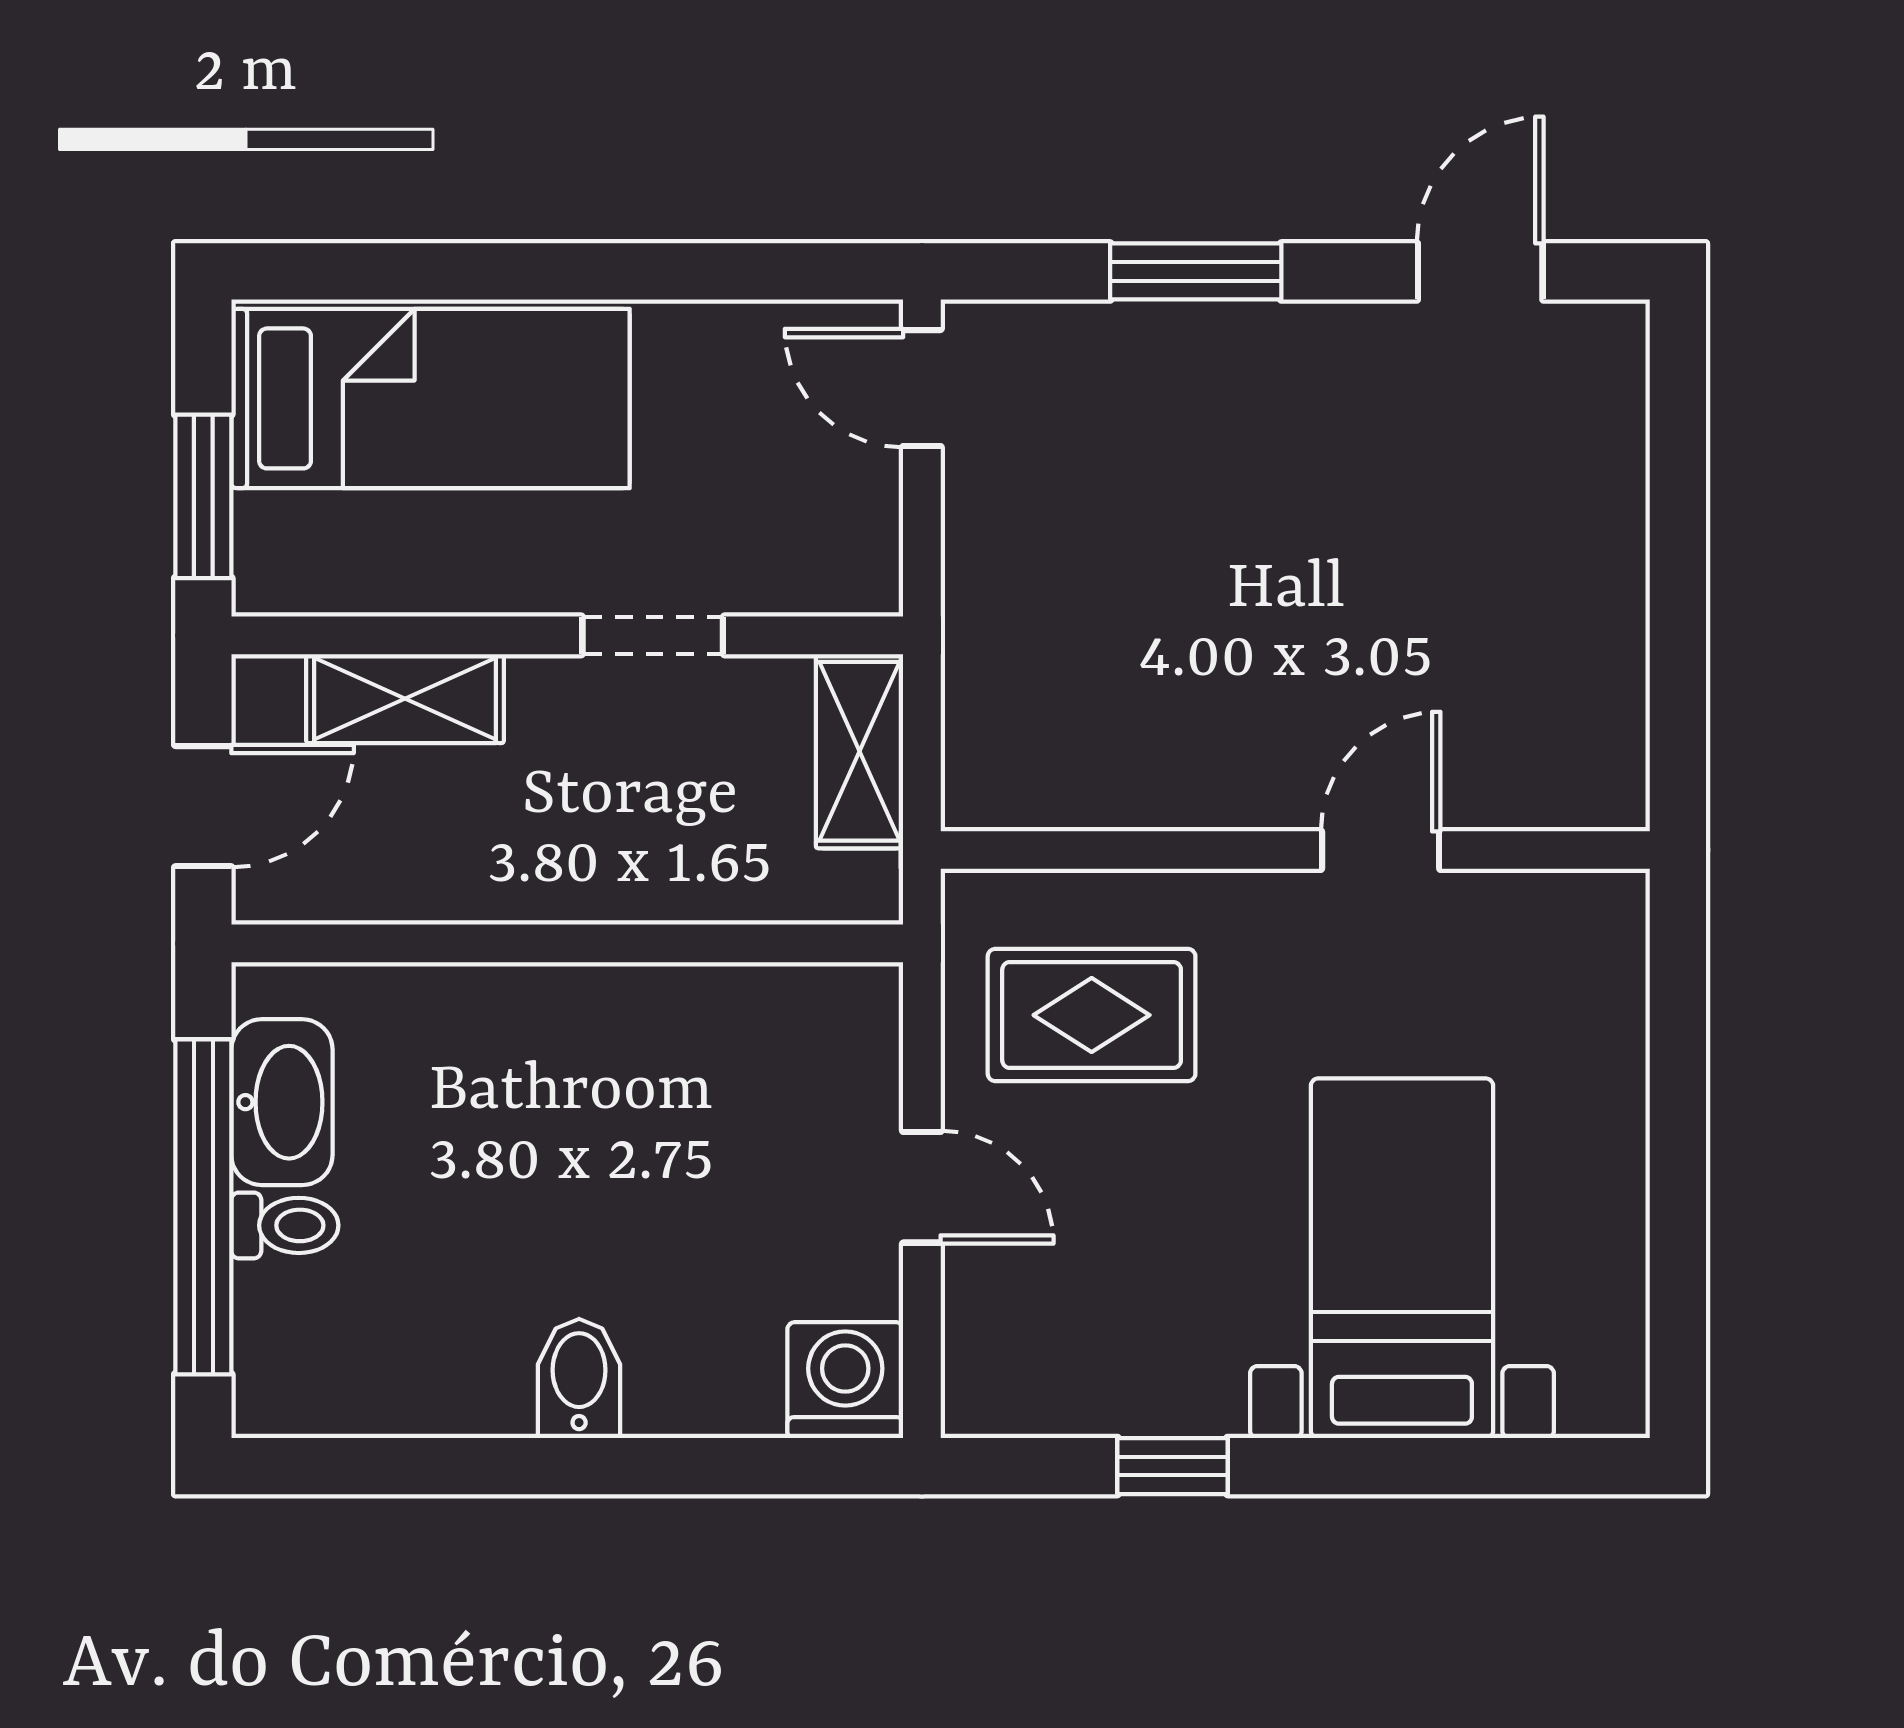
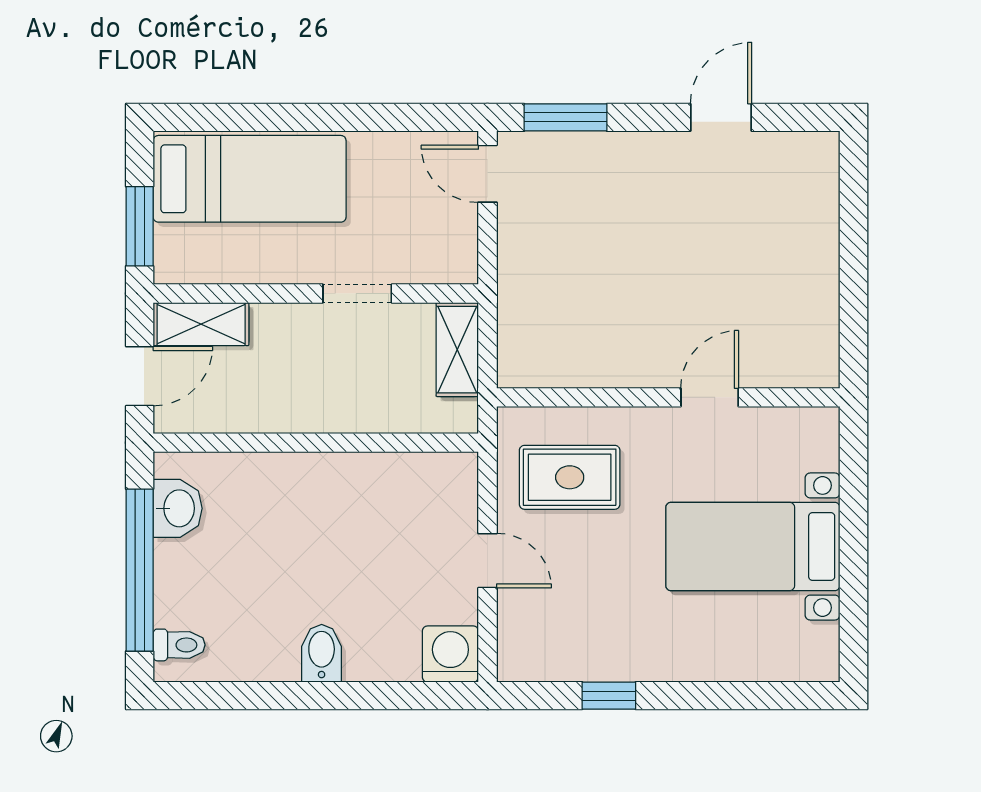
window: (1196, 271) -> (565, 117), moved
door: (1480, 271) -> (721, 117), moved
shelving: (405, 699) -> (201, 324), moved
washbasin: (282, 1102) -> (178, 508), width x0.72
toilet: (285, 1225) -> (179, 645), moved
bed with nightstands: (1402, 1258) -> (753, 546), moved, turned -90

